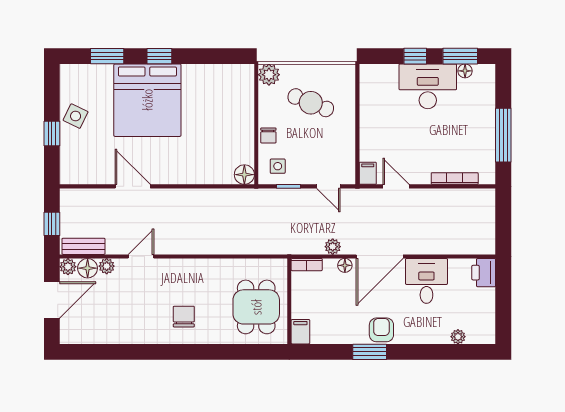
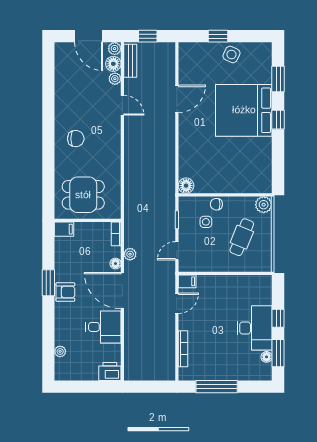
side table: (278, 166) -> (206, 222), moved

